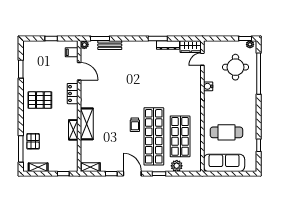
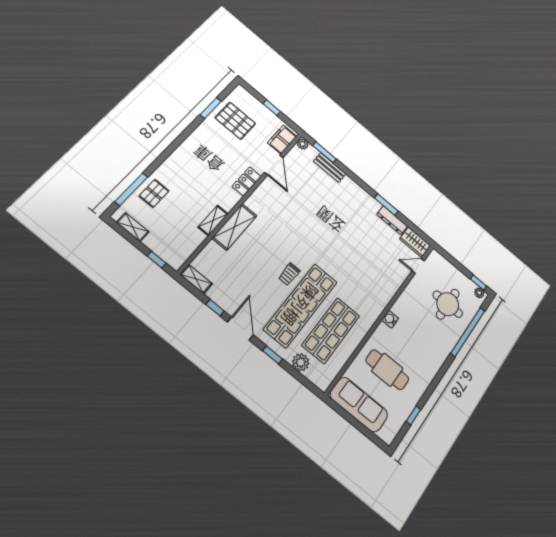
filing cabinet: (72, 52) -> (282, 140), width x2.00
water cooler: (208, 86) -> (390, 319), moved
pallet: (40, 100) -> (235, 121), moved

